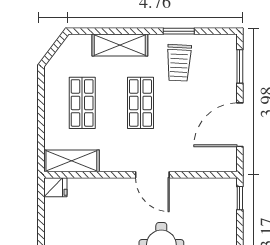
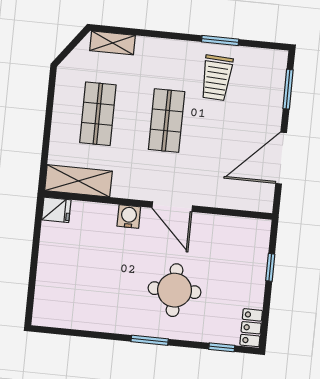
shelving: (120, 45) -> (113, 43), moved, width x0.67, depth x0.75
water cooler: (117, 187) -> (129, 216), added
window: (240, 198) -> (270, 267), moved

